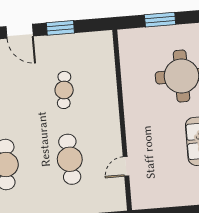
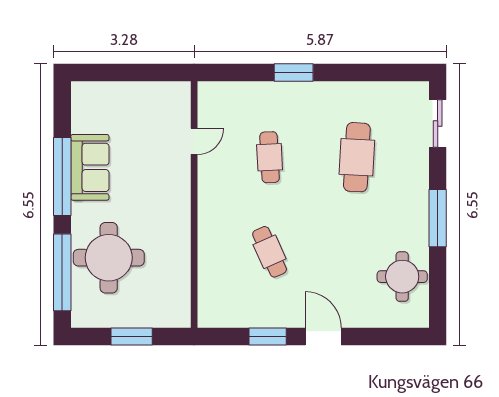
cafe table: (64, 90) -> (270, 252), turned -30
cafe table: (70, 159) -> (270, 157), width x0.73, depth x0.74

